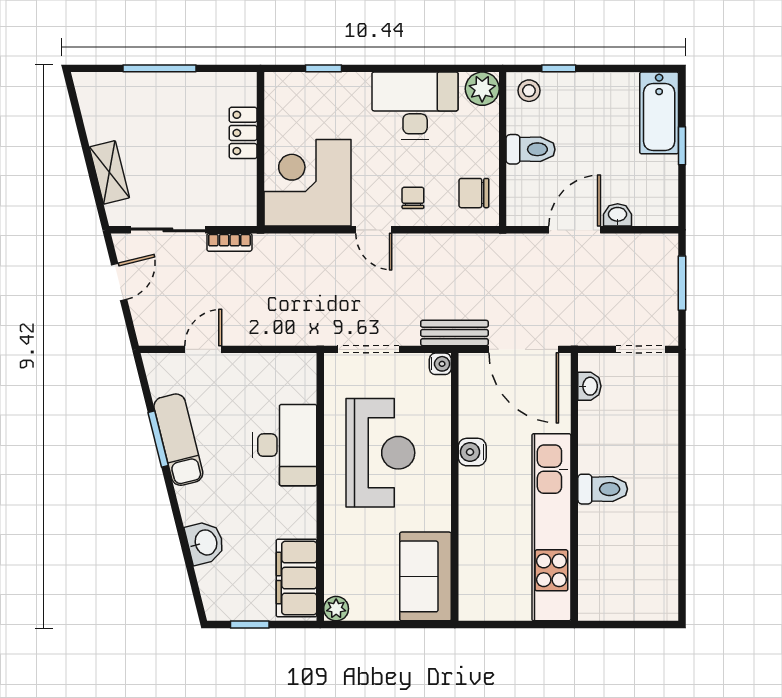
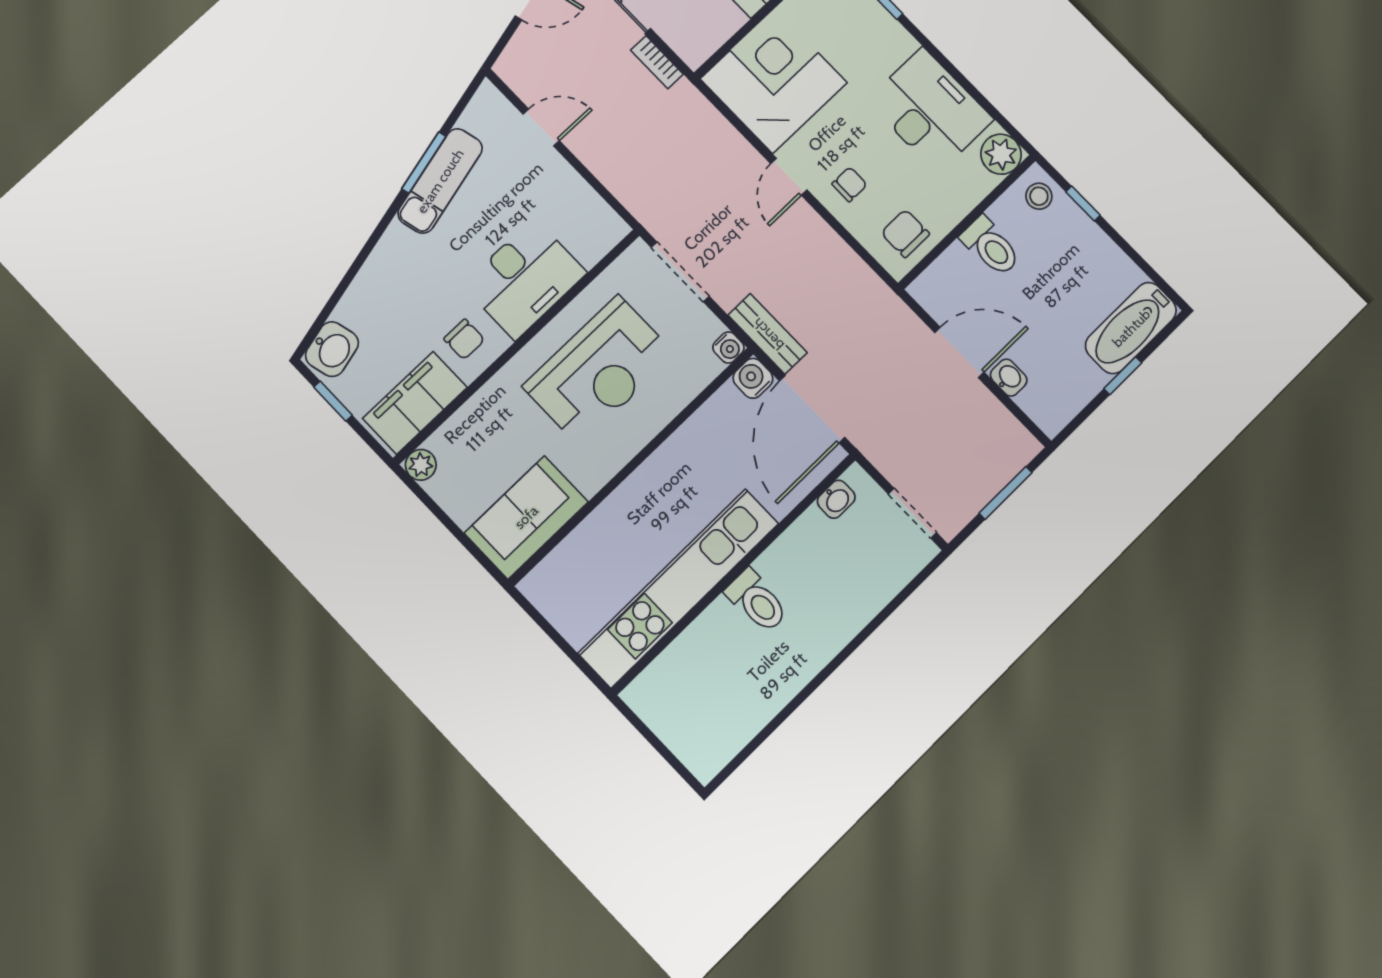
water cooler: (472, 452) -> (753, 378), moved
chair: (287, 514) -> (464, 339), added
washbasin: (205, 543) -> (332, 349), moved

